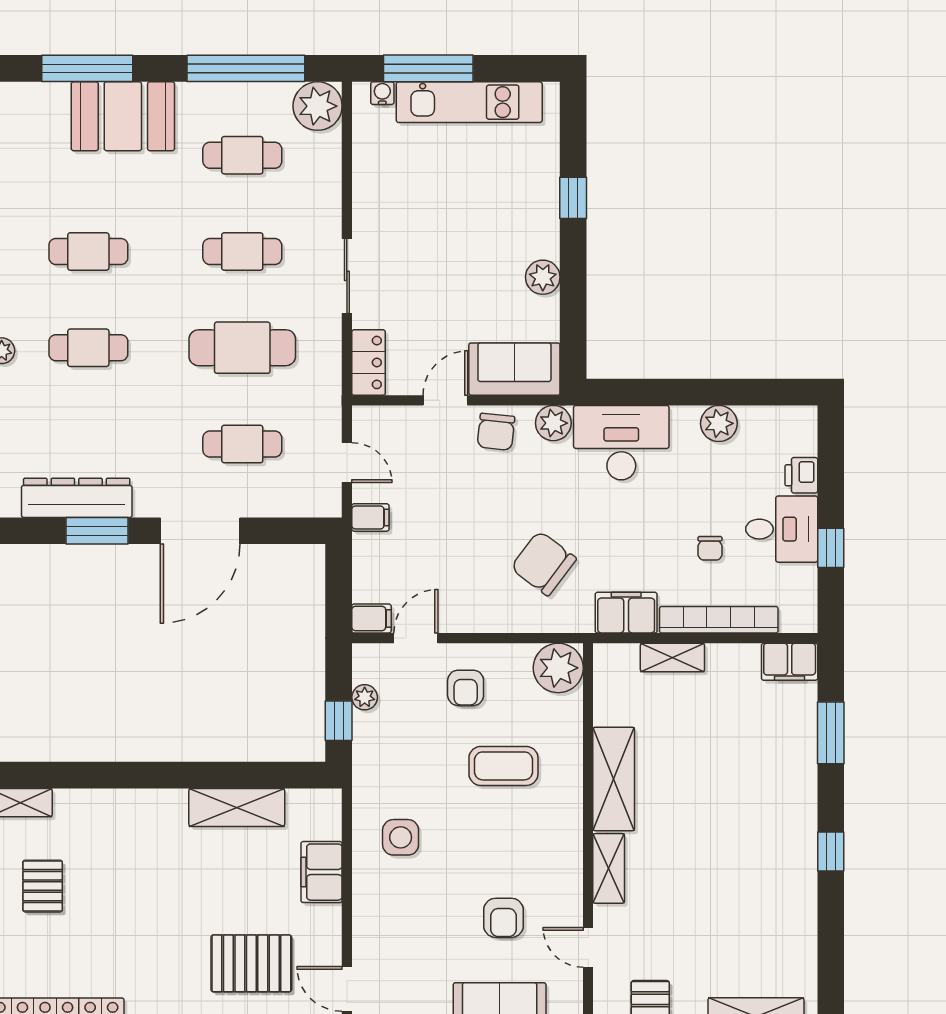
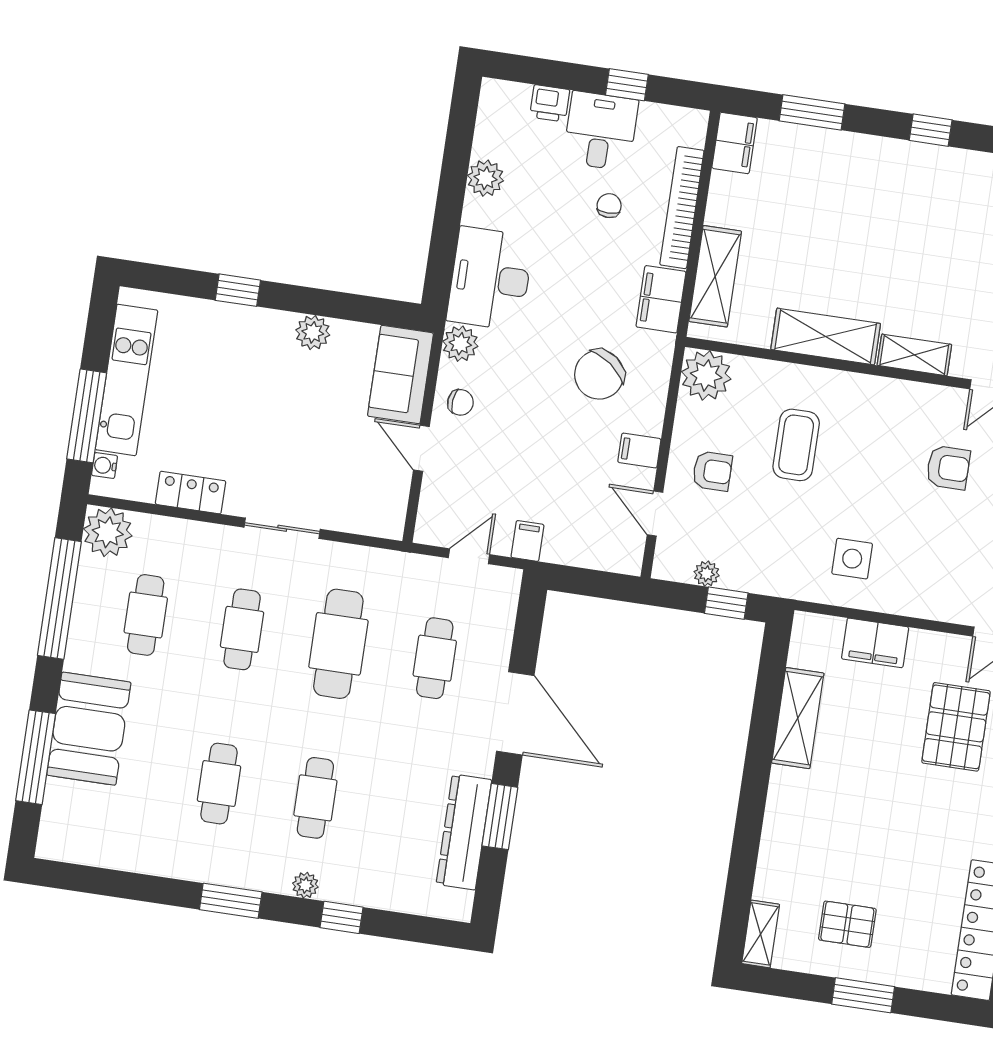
locker: (369, 362) -> (191, 493), moved
chair: (496, 432) -> (460, 402), width x0.73, depth x0.73
chair: (710, 548) -> (609, 206), turned -90
filing cabinet: (371, 618) -> (639, 451), moved, turned -90
shelving: (672, 657) -> (715, 276), width x1.50, depth x1.33

